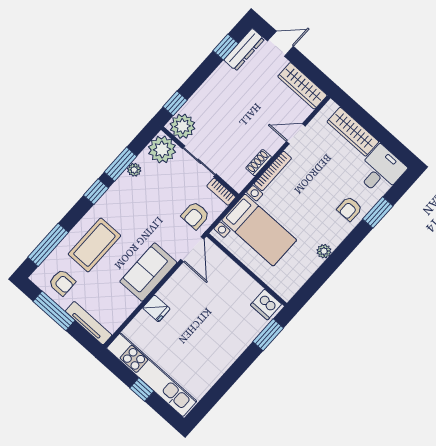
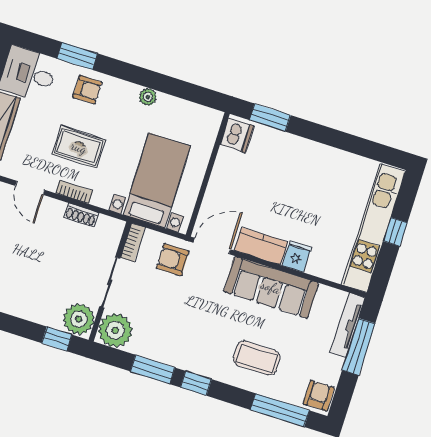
plant: (134, 170) -> (152, 351), removed
bookcase: (273, 171) -> (74, 192), width x0.64
rug: (310, 183) -> (79, 147), added
armchair: (195, 215) -> (173, 260), turned 180
coffee table: (94, 245) -> (257, 358), width x0.73, depth x0.76
sofa: (148, 272) -> (271, 287), width x1.36
armchair: (62, 282) -> (319, 396), moved
kitchen counter: (176, 285) -> (261, 246), added
window: (54, 311) -> (359, 347), moved

